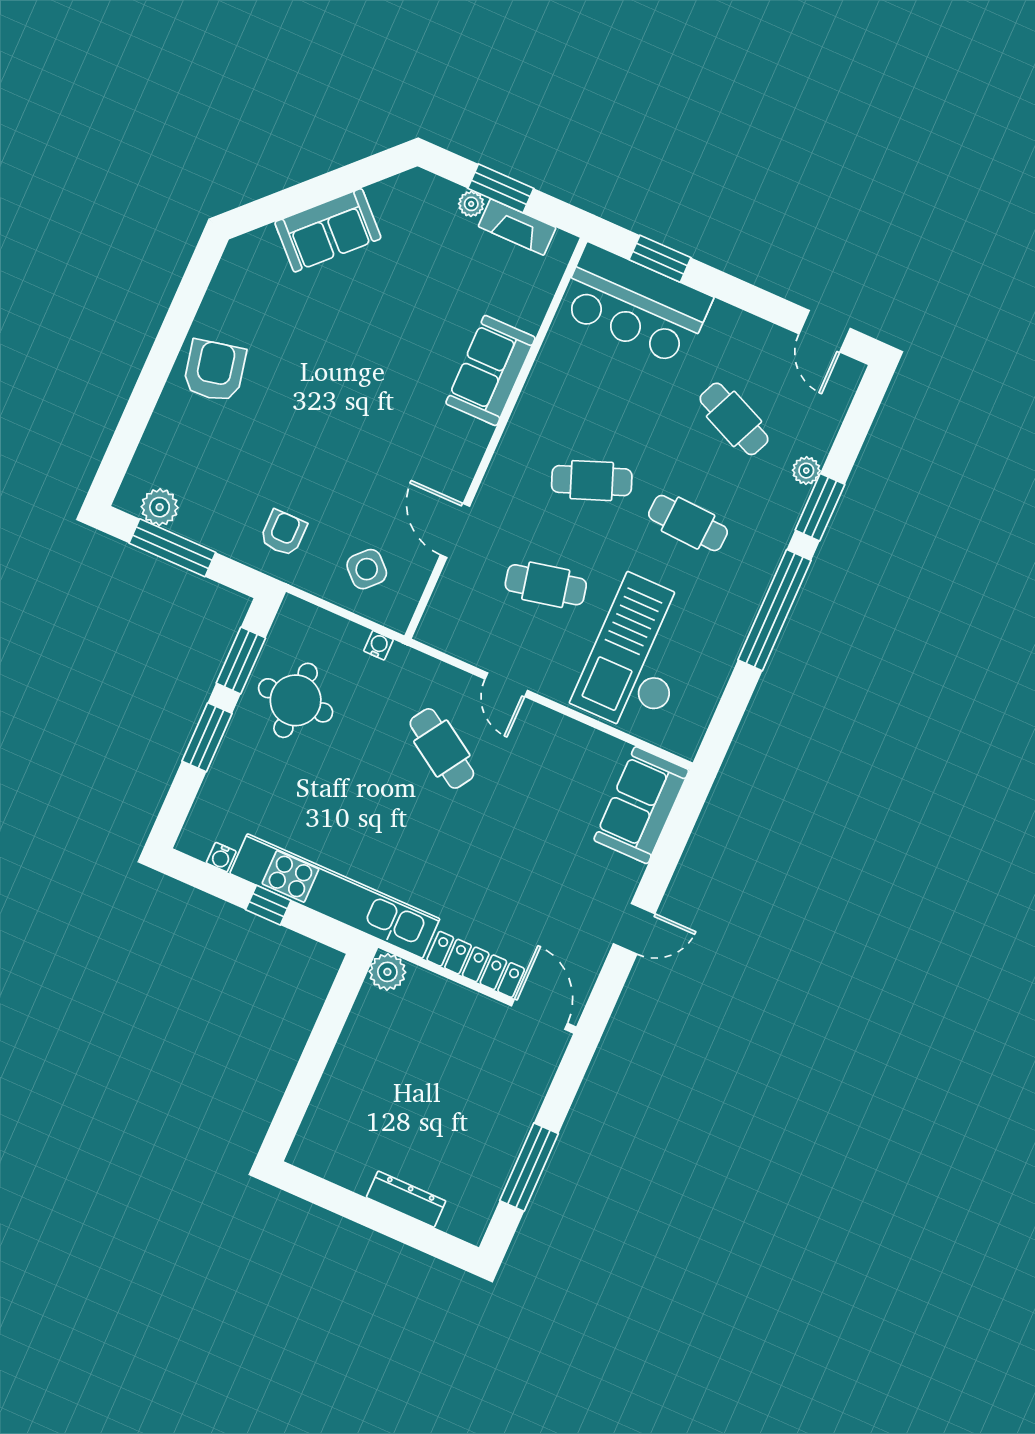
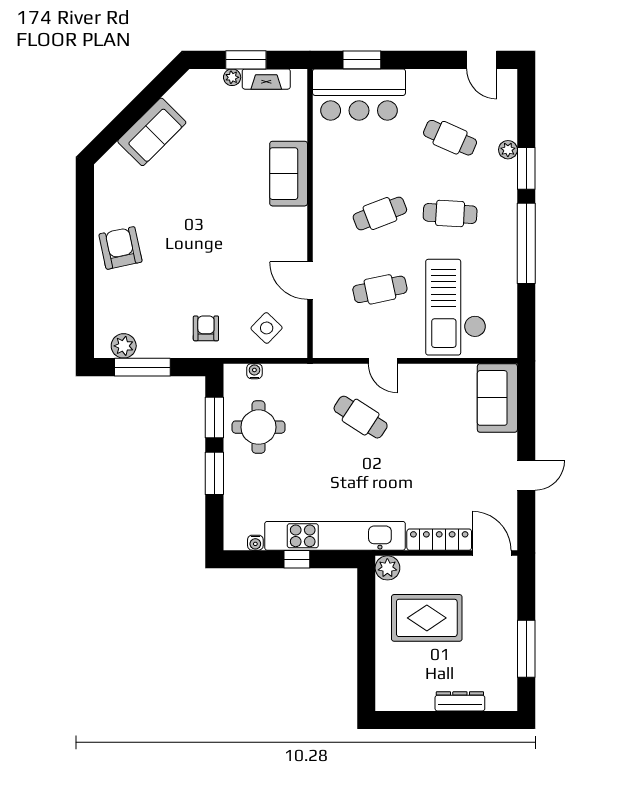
water cooler: (379, 645) -> (254, 371), moved
rug: (411, 1064) -> (427, 618), added

